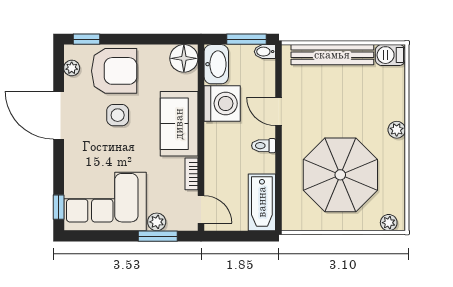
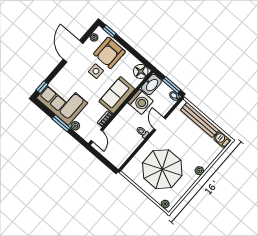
armchair: (114, 71) -> (109, 53), turned 90
bathtub: (262, 202) -> (123, 154), removed
window: (158, 236) -> (61, 123), moved

